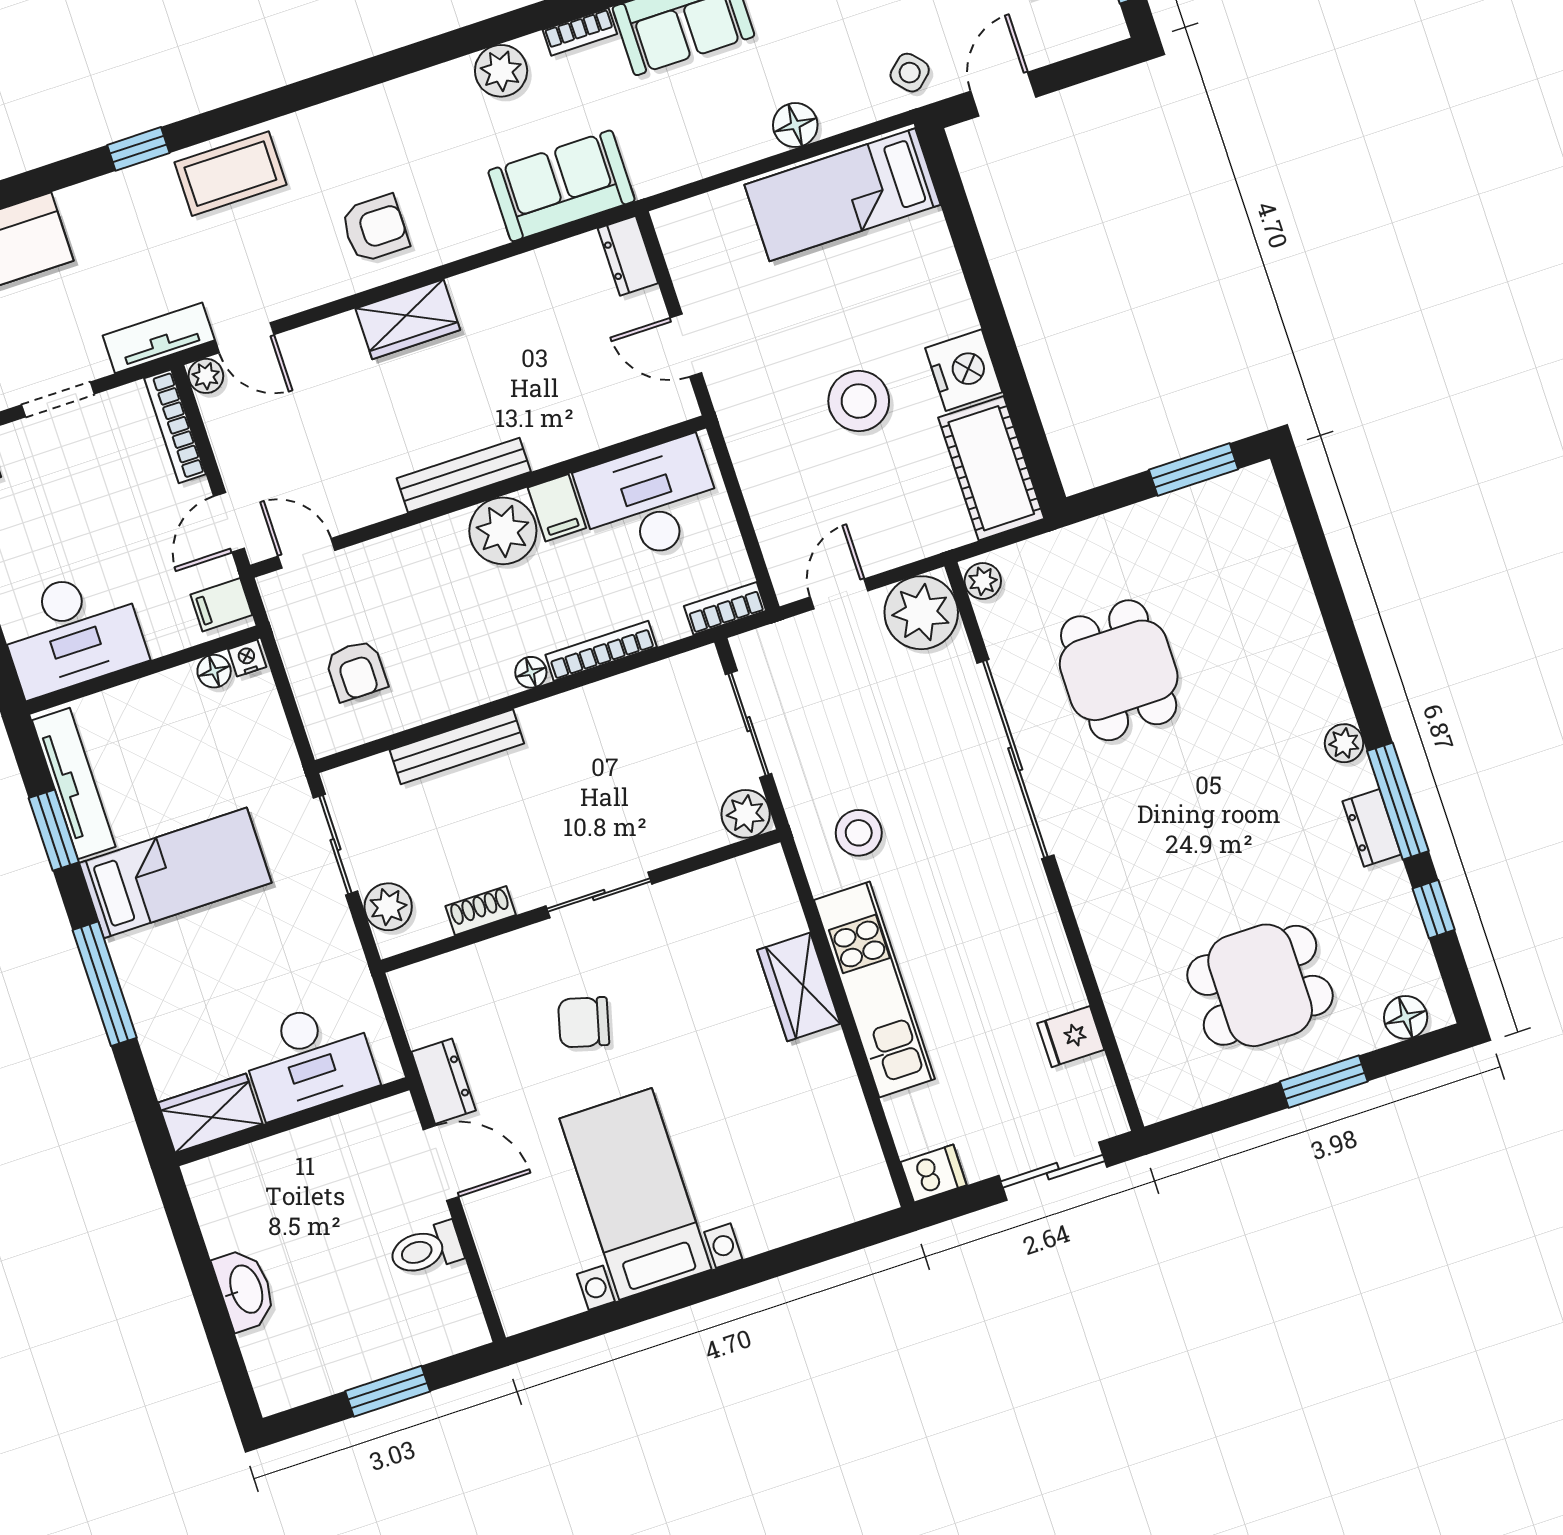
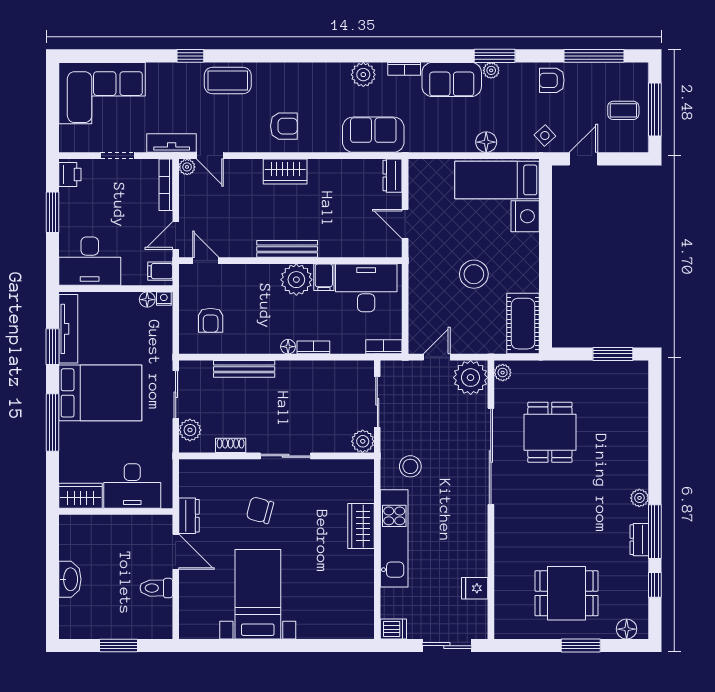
nightstand: (964, 370) -> (525, 216), moved
bookcase: (601, 651) -> (313, 347), width x0.64
bed: (175, 873) -> (100, 393), width x1.50

